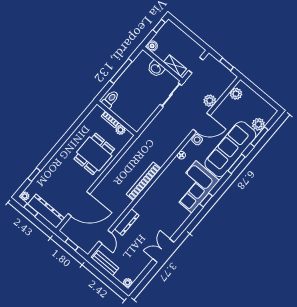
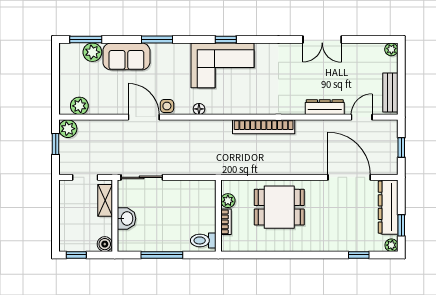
plant: (210, 101) -> (68, 129), moved
window: (259, 137) -> (86, 40), moved
sofa: (230, 149) -> (126, 56), width x0.54, depth x0.79

